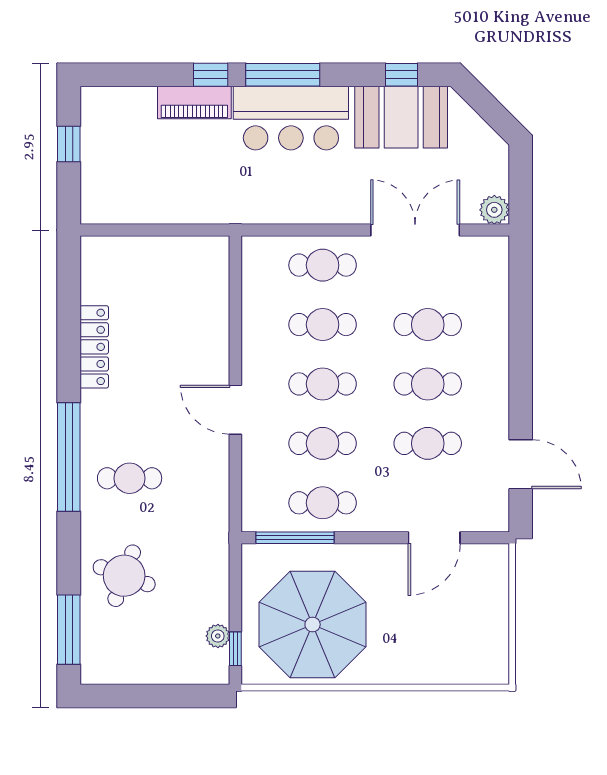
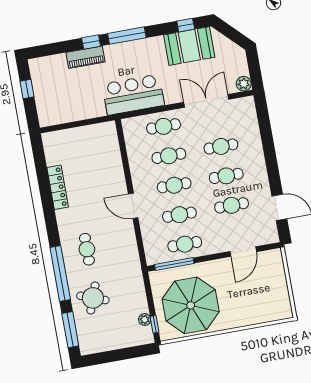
bar counter: (291, 118) -> (133, 95), moved, turned 180
window: (69, 457) -> (60, 273), moved
cafe table: (130, 478) -> (87, 249), turned 90

